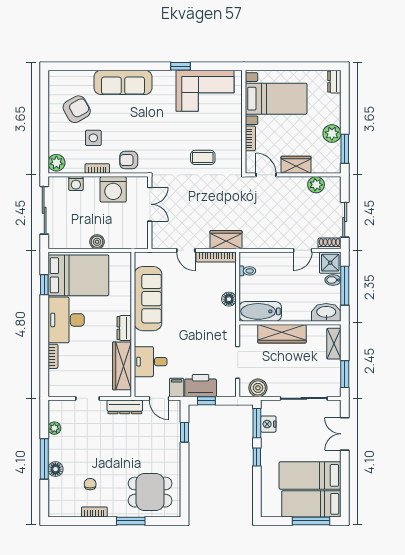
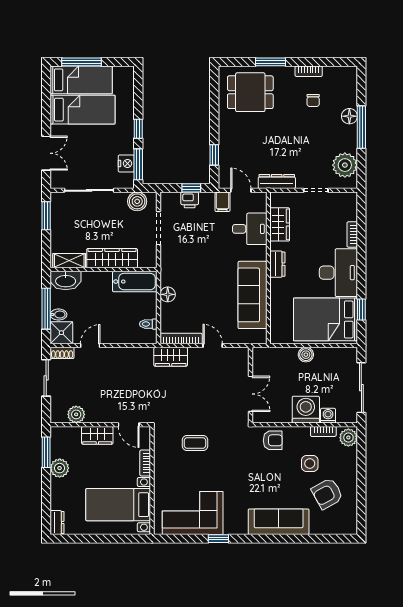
bookcase: (97, 168) -> (323, 431), moved
washing machine: (113, 189) -> (306, 410), moved
double door: (150, 204) -> (251, 394), swing flipped
shelving: (334, 344) -> (69, 261), moved, turned 90
wardrobe: (122, 366) -> (280, 224), width x0.67
printer: (201, 386) -> (190, 200), width x0.53, depth x0.68
plant: (54, 428) -> (345, 165), width x1.88, depth x1.88

